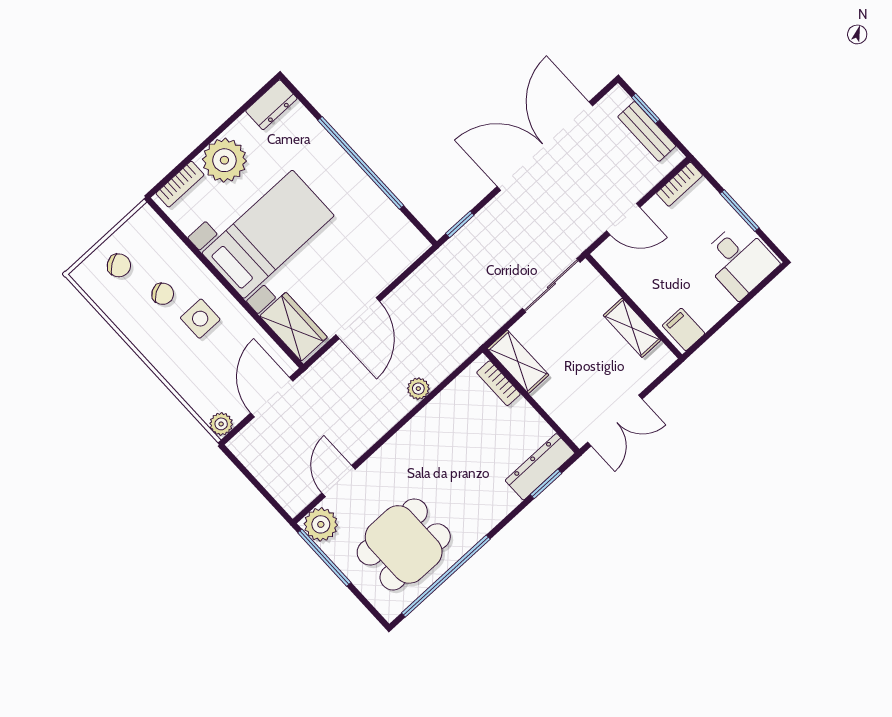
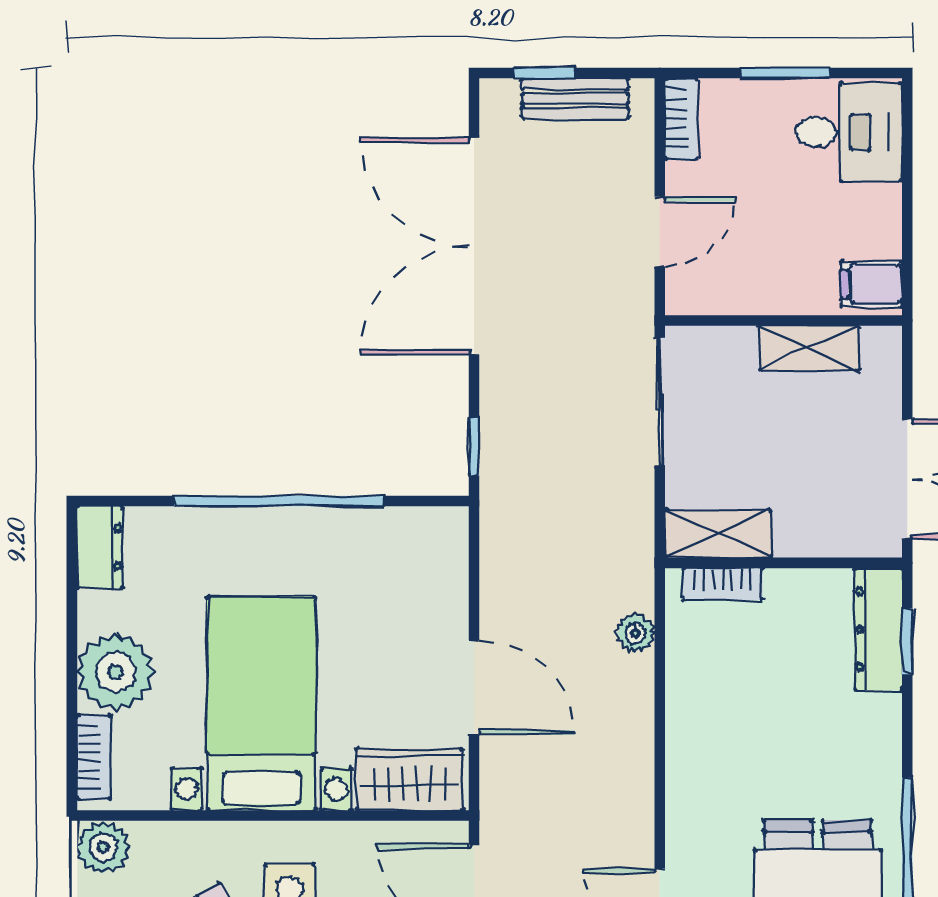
plant: (145, 223) -> (103, 847), added
plant: (418, 389) -> (635, 633), moved

